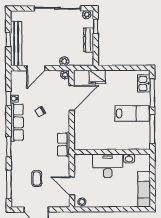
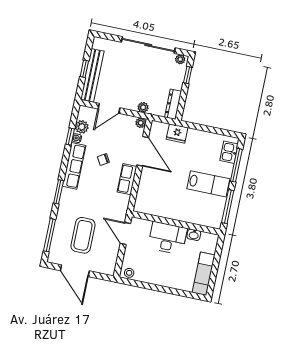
dresser: (89, 40) -> (173, 104), moved
plant: (16, 88) -> (82, 127), added
door: (72, 98) -> (143, 151), hinge flipped
row of seats: (64, 145) -> (127, 179), moved
coffee table: (37, 179) -> (83, 235), width x1.86, depth x1.72
door: (72, 186) -> (125, 234), moved

